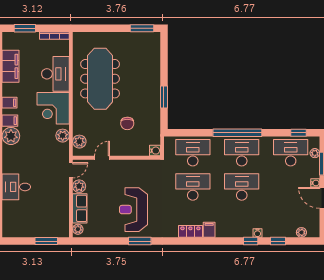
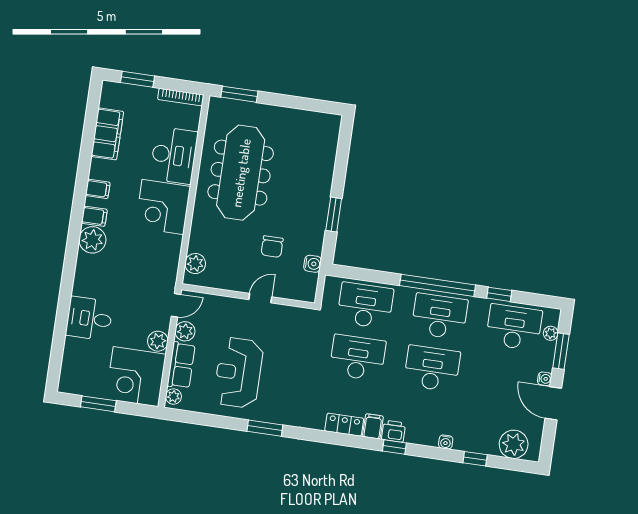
window: (142, 28) -> (239, 94), moved
window: (299, 133) -> (499, 294), moved
plant: (63, 136) -> (158, 341), moved
water cooler: (155, 151) -> (313, 264), moved
door: (102, 158) -> (260, 298), moved
reception desk: (133, 210) -> (238, 373), moved
corner desk: (52, 220) -> (136, 377), added
printer: (223, 231) -> (394, 431), added
plant: (301, 232) -> (514, 444), width x1.87, depth x1.87
window: (46, 241) -> (98, 404), moved
window: (251, 241) -> (394, 447), moved

